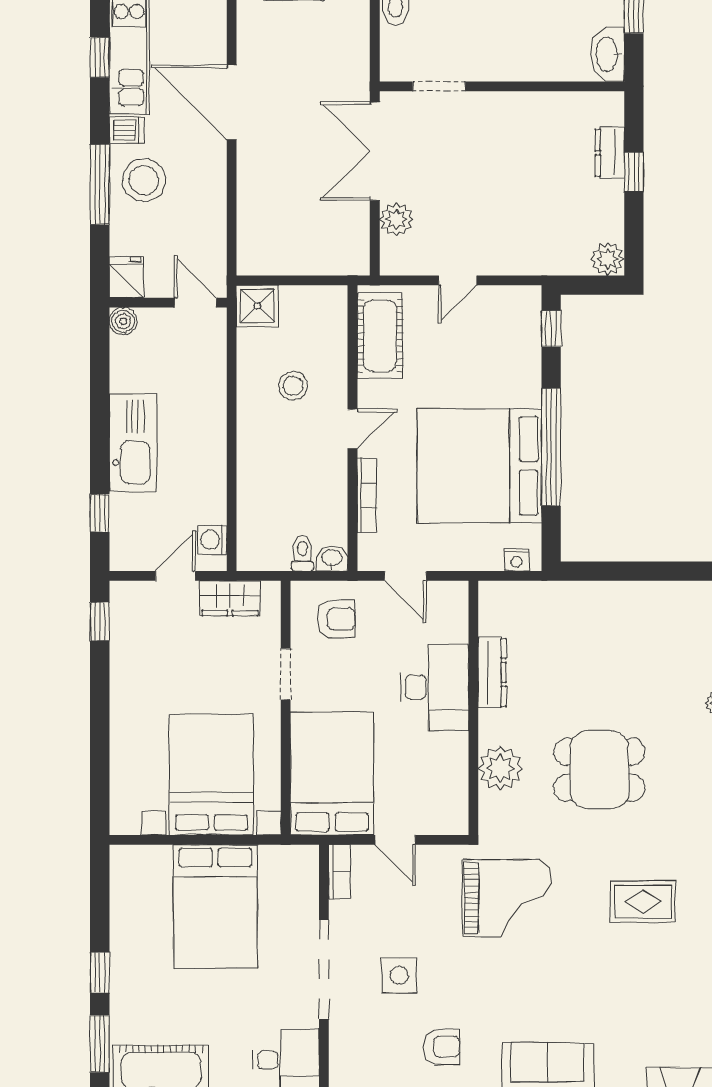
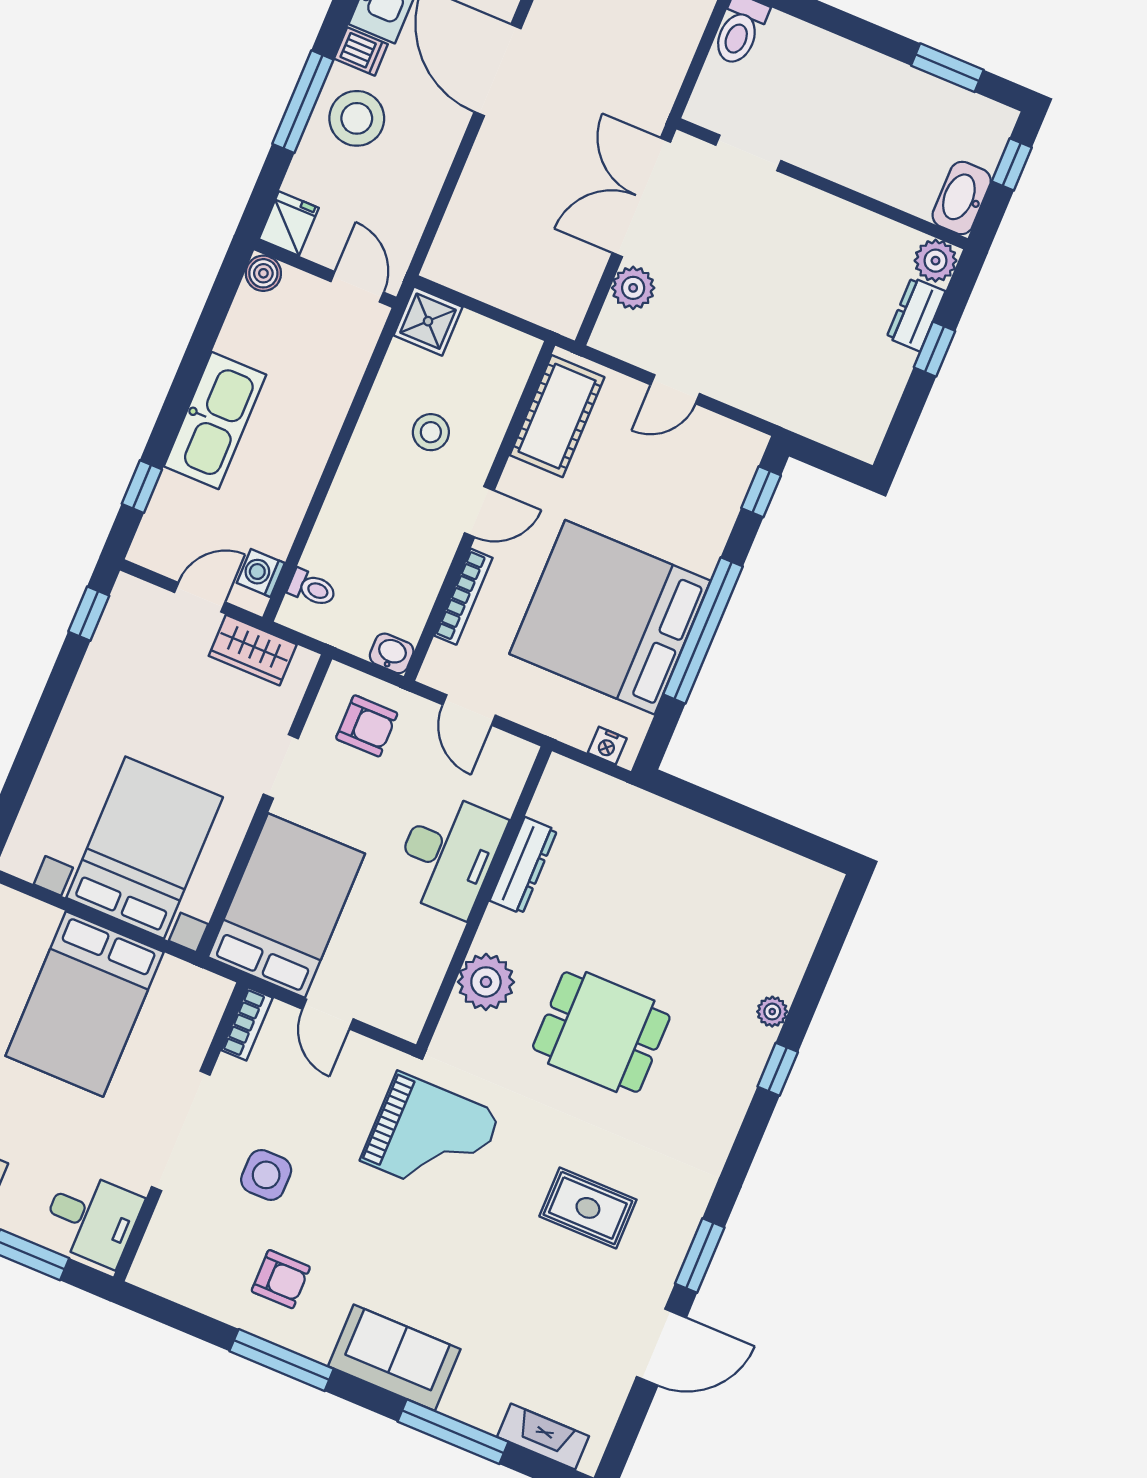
plant: (608, 259) -> (936, 261), moved
toilet: (303, 553) -> (312, 588), moved, turned 90

